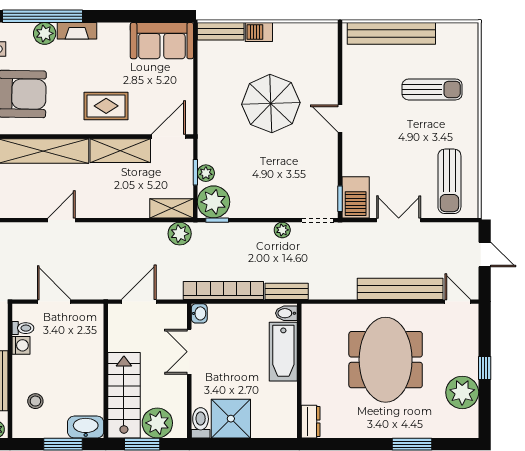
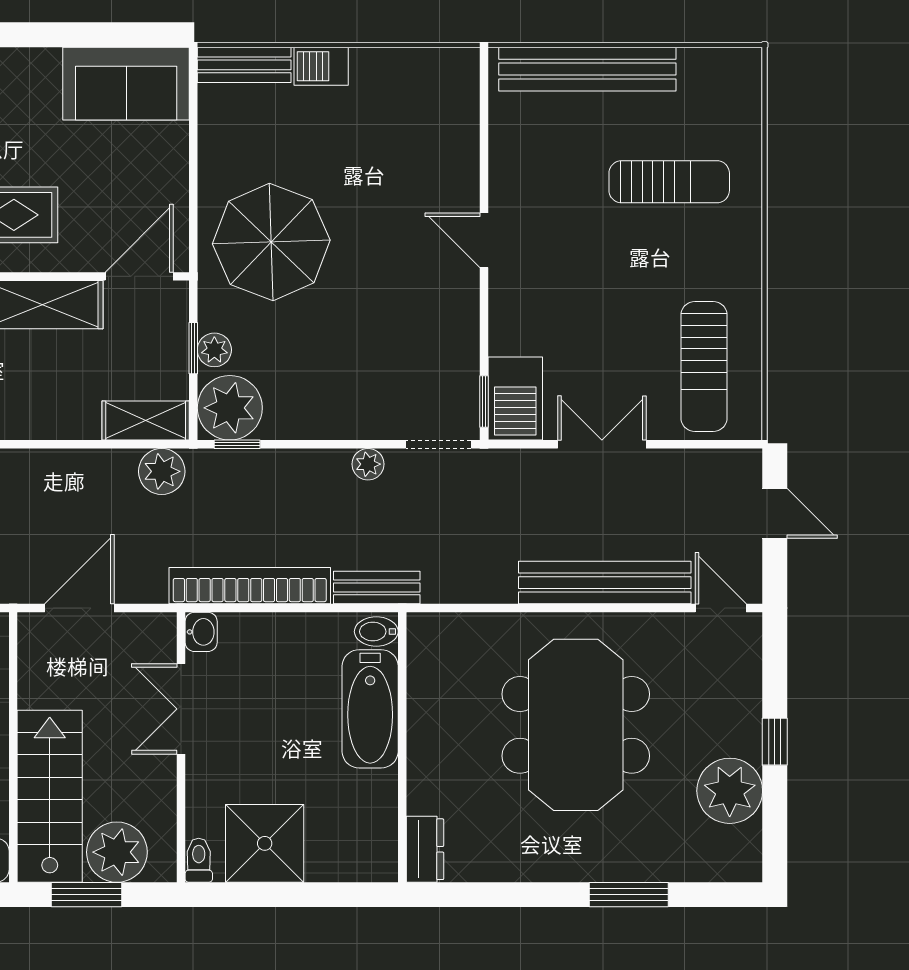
parasol: (271, 104) -> (271, 242), moved
toilet: (201, 423) -> (199, 860), width x0.73, depth x0.72

